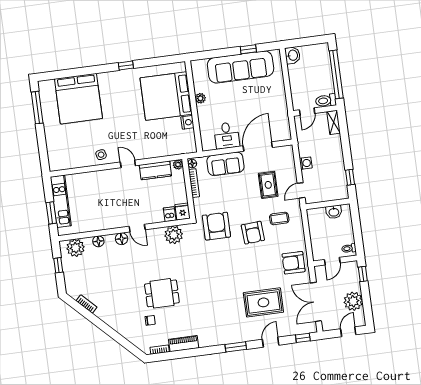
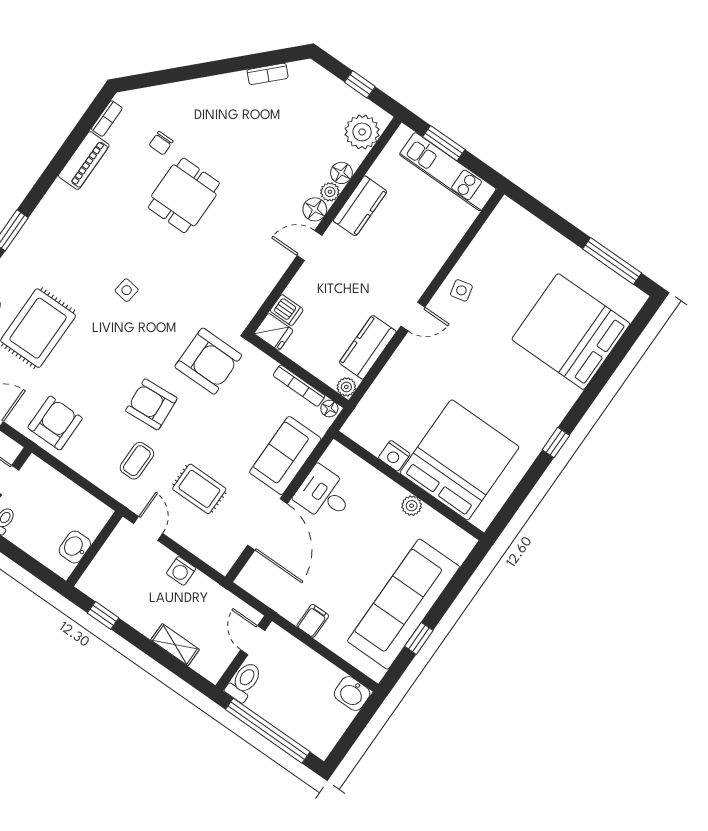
filing cabinet: (279, 96) -> (313, 621), added
shelving: (334, 122) -> (175, 645), moved
kitchen counter: (104, 223) -> (360, 206), added
plant: (174, 235) -> (330, 192), moved, width x0.53, depth x0.53
side table: (218, 282) -> (127, 290), added

